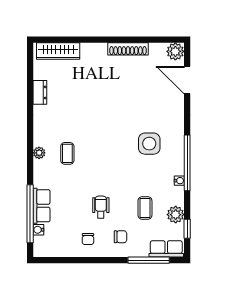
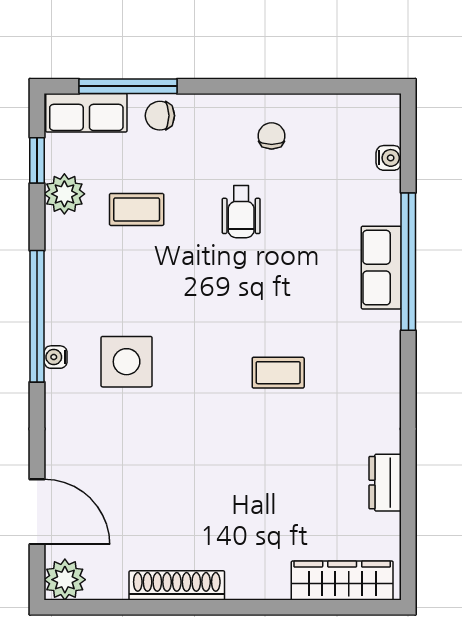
plant: (39, 153) -> (387, 340), removed
coffee table: (67, 153) -> (278, 373), moved, turned 90
water cooler: (179, 181) -> (56, 357), moved
row of seats: (42, 206) -> (381, 268), moved
coffee table: (145, 208) -> (137, 209), turned 90
window: (30, 214) -> (408, 262), moved
chair: (120, 237) -> (160, 116), moved

